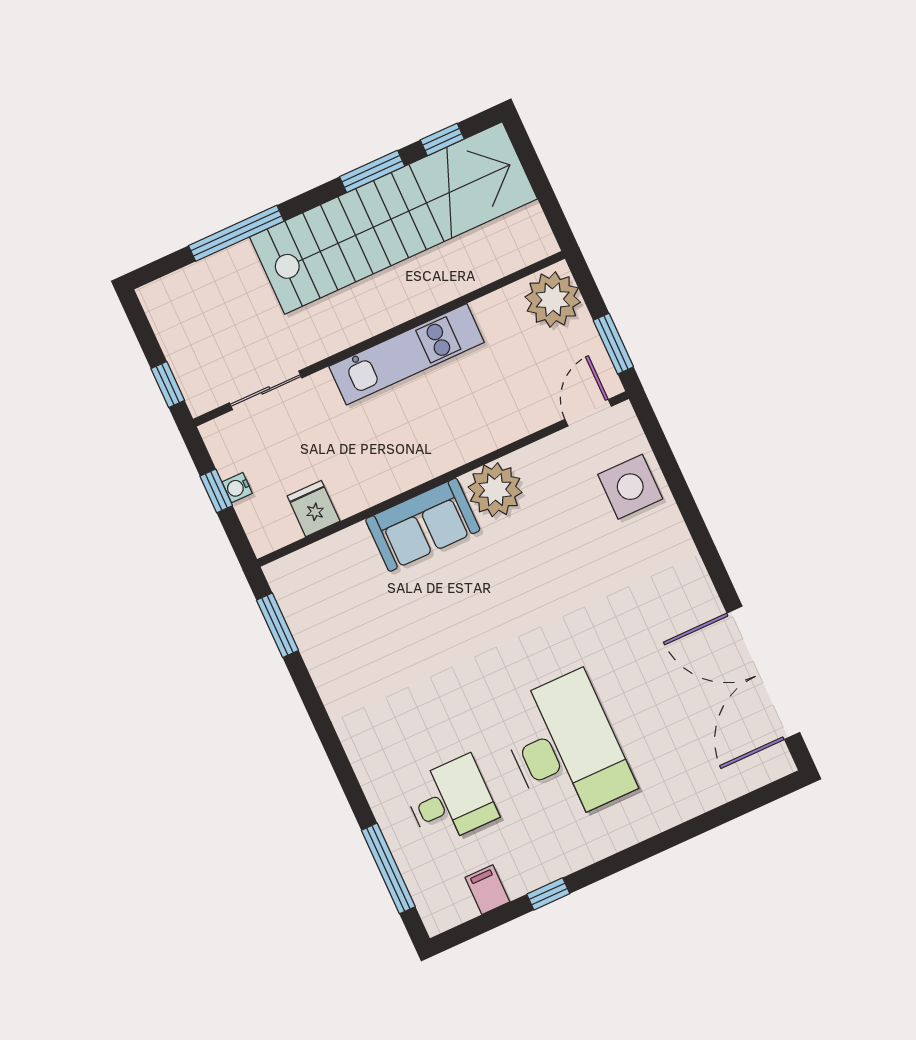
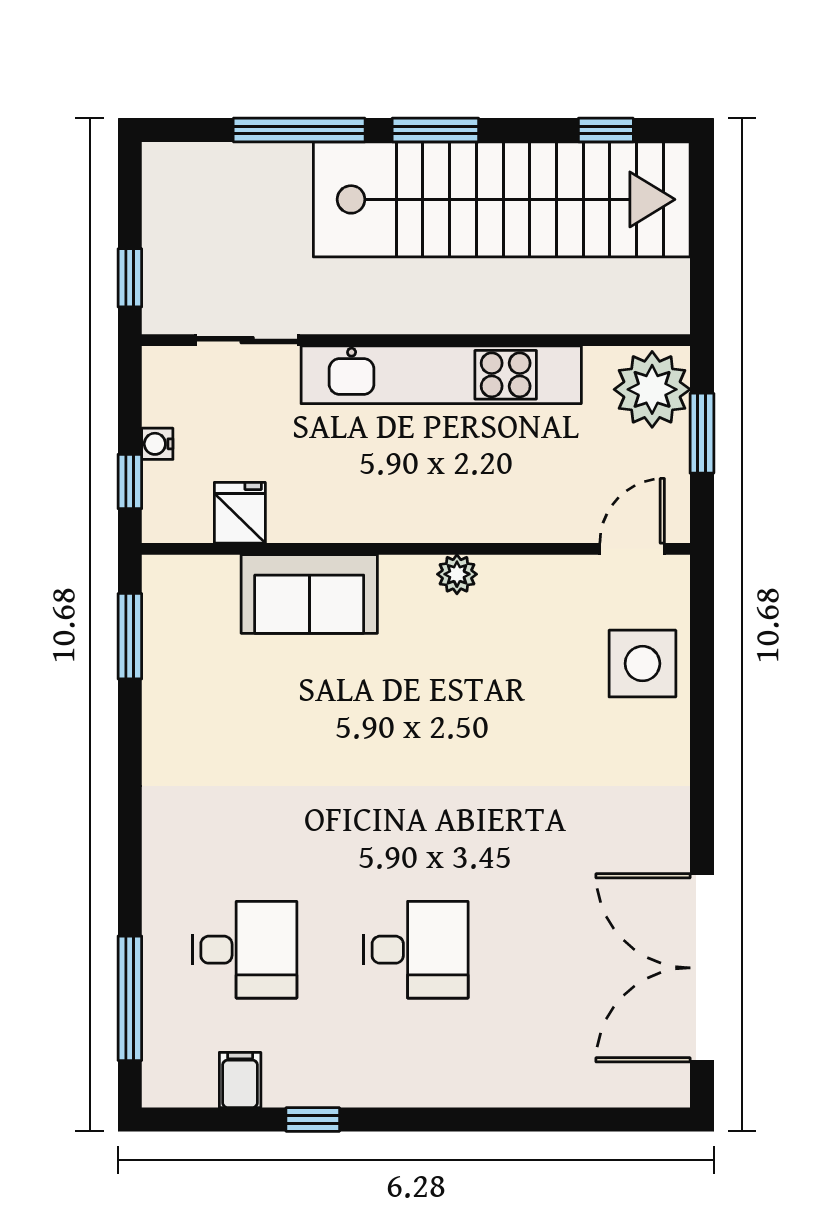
window: (372, 171) -> (435, 130), moved
window: (613, 344) -> (702, 433), moved
kitchen unit: (407, 354) -> (441, 375), width x1.36
plant: (495, 490) -> (457, 574), width x0.53, depth x0.53
window: (216, 491) -> (130, 481), moved
sofa: (423, 525) -> (309, 594), moved
desk: (566, 748) -> (416, 950), width x0.53, depth x0.77

